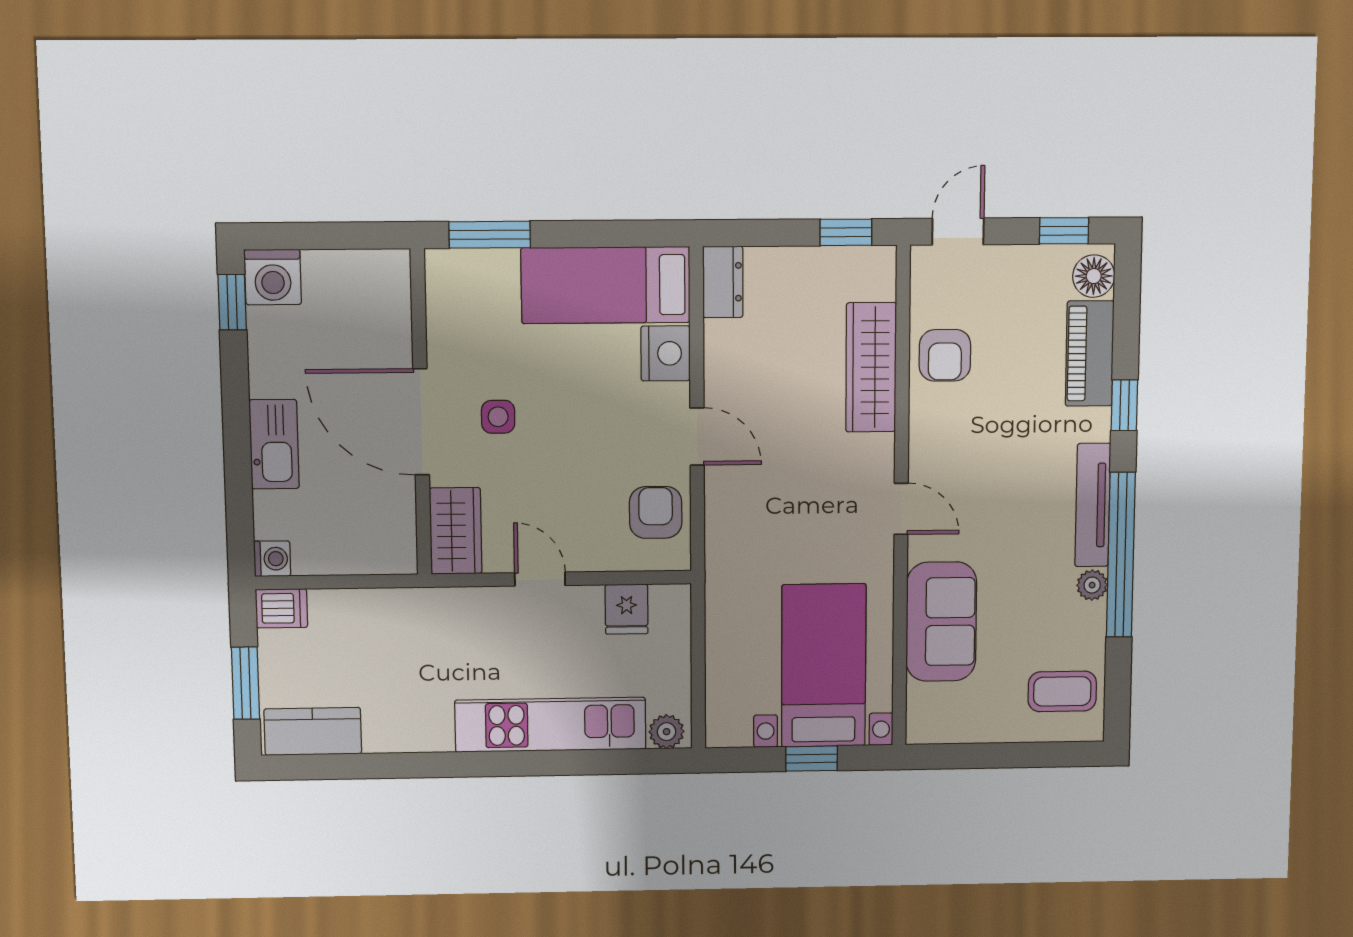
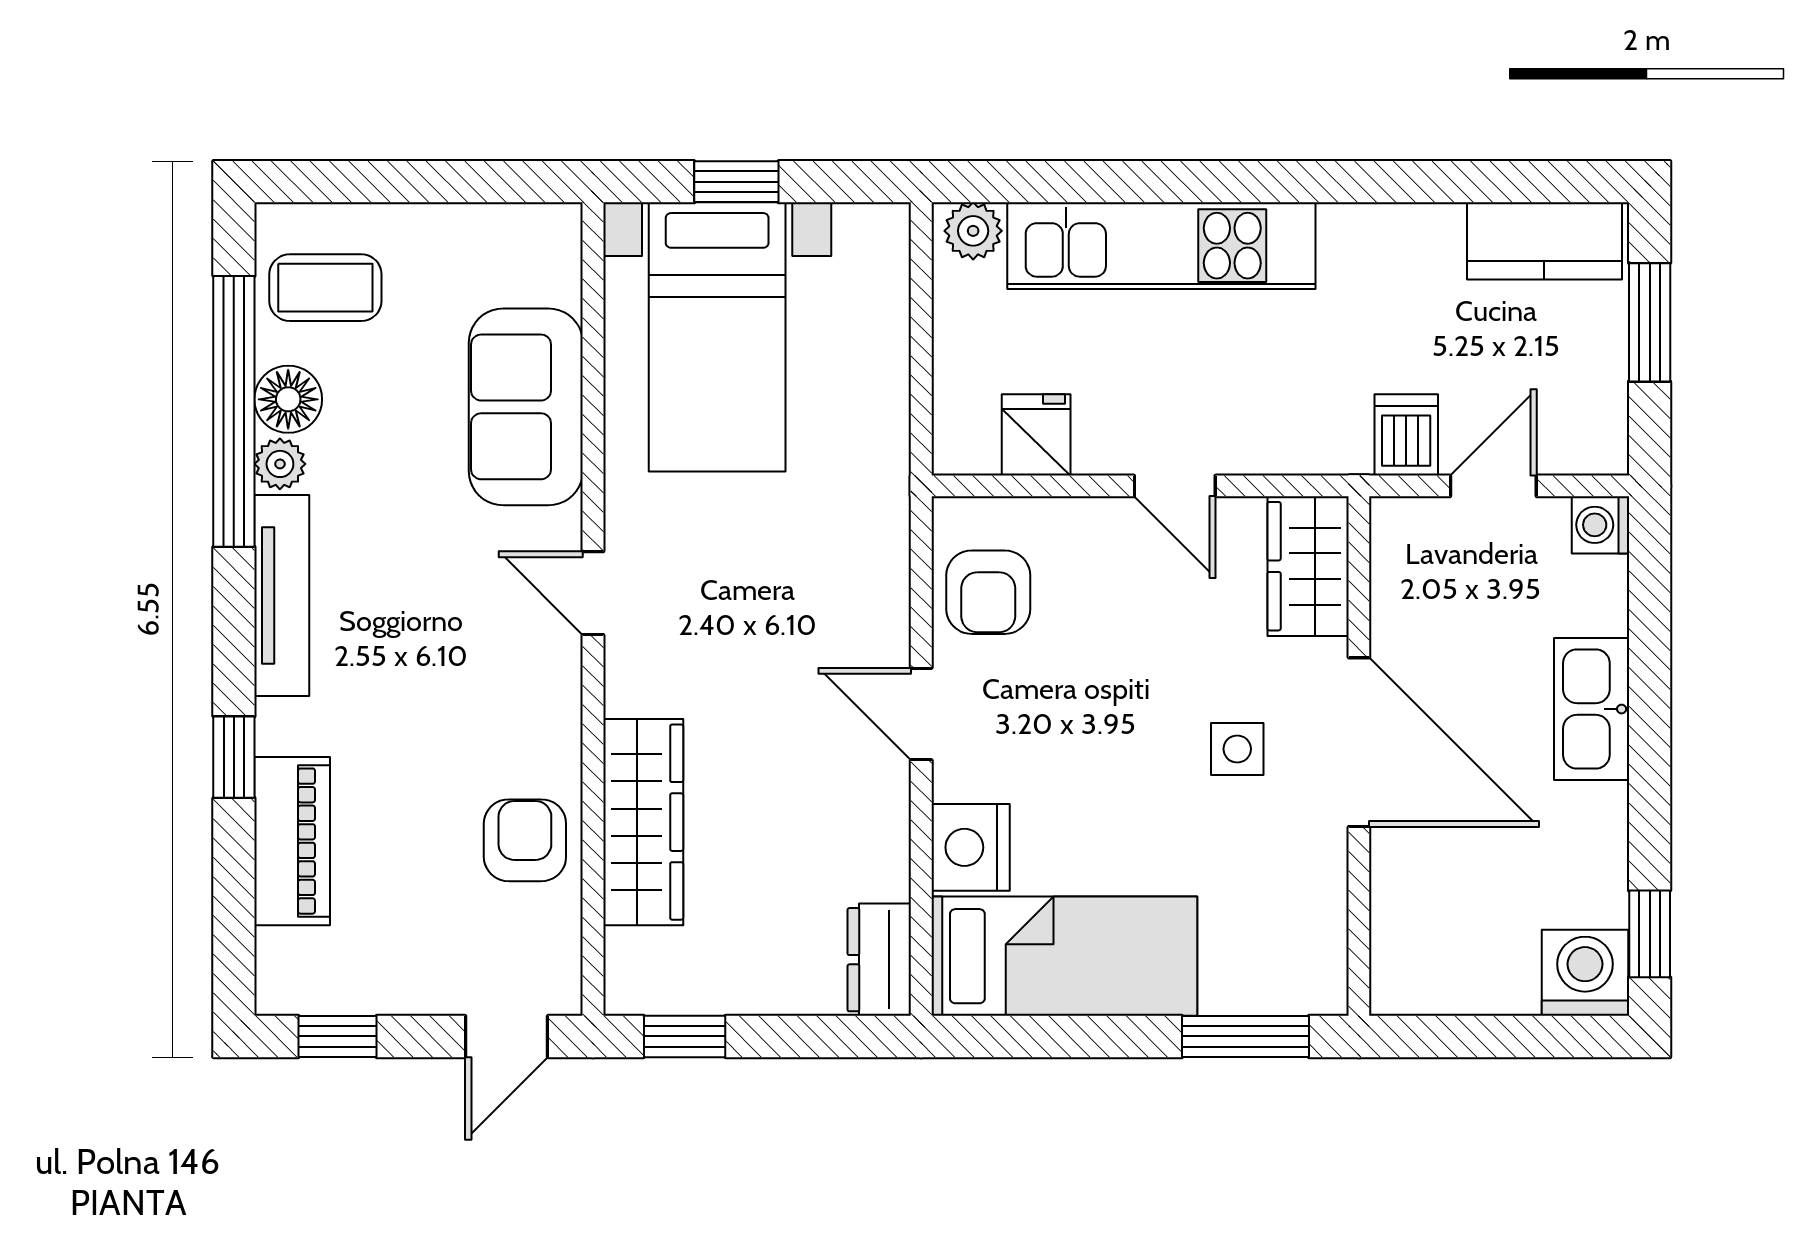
floor lamp: (1094, 276) -> (288, 399), moved
window: (1121, 555) -> (234, 411), moved
door: (340, 582) -> (1493, 486), added
dishwasher: (281, 608) -> (1406, 435), moved, turned 90

